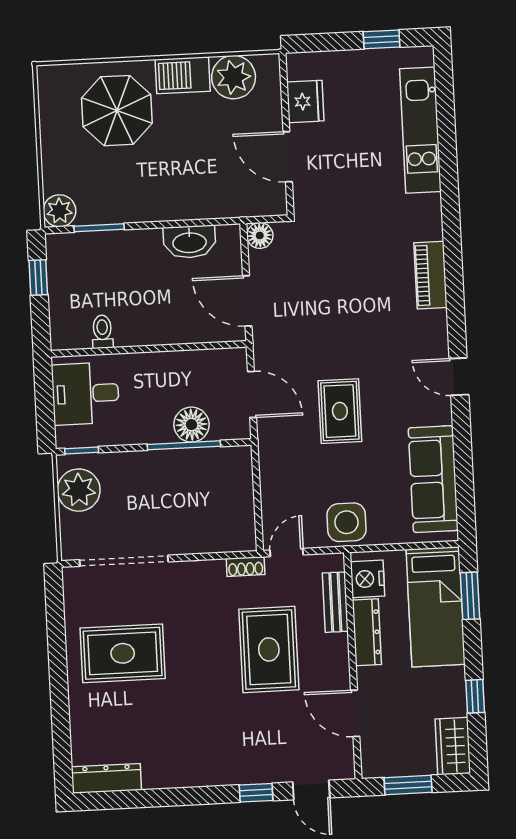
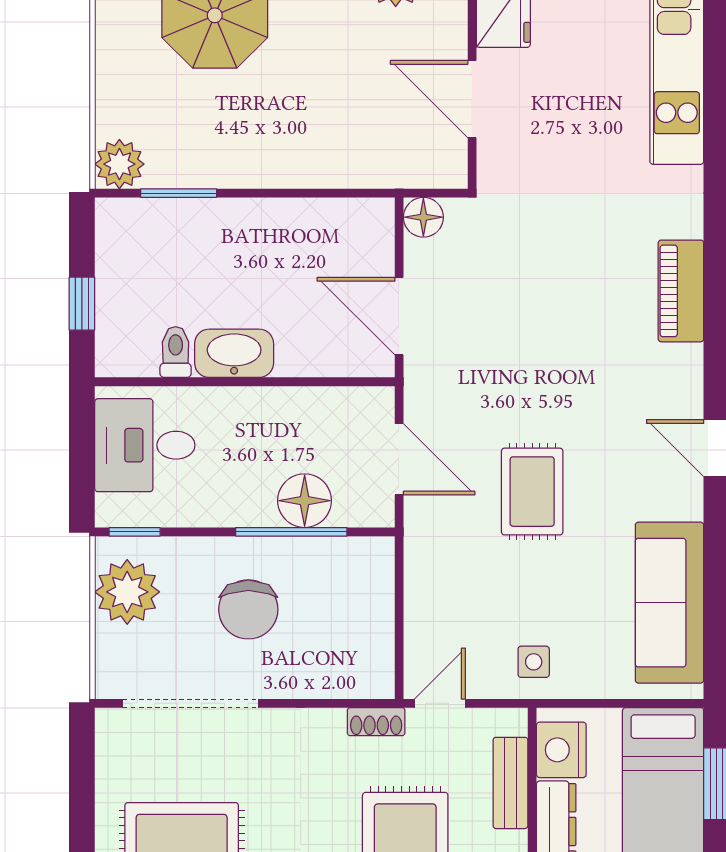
washbasin: (189, 242) -> (234, 353), moved, turned 180
window: (38, 278) -> (82, 304), moved
chair: (158, 497) -> (248, 609), added
side table: (347, 522) -> (534, 662), width x0.54, depth x0.54

